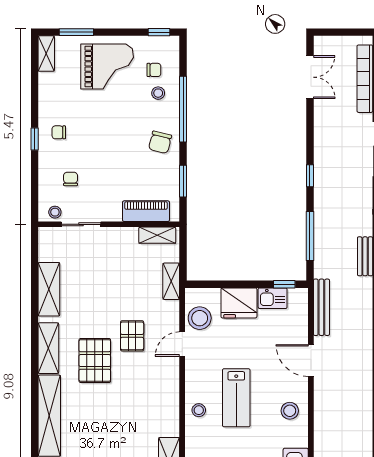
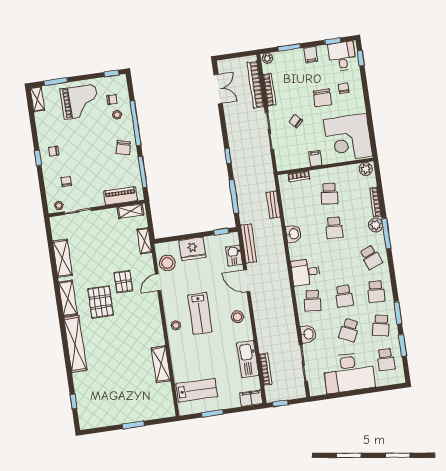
window: (183, 181) -> (143, 172), width x1.44
kitchen sink: (273, 298) -> (234, 256), moved, turned 90

